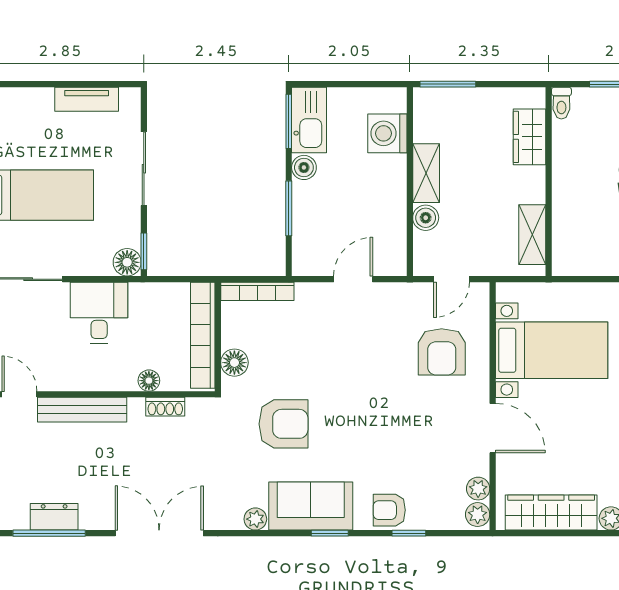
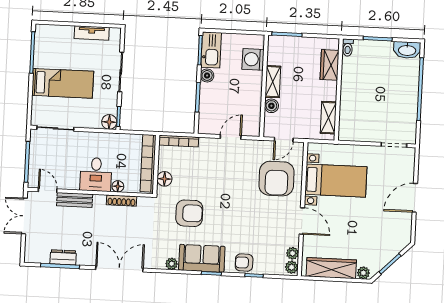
desk: (99, 313) -> (96, 174), moved, turned 180
armchair: (442, 352) -> (277, 179), width x1.36, depth x1.36
shoe rack: (165, 407) -> (121, 201), width x1.43
bench: (82, 410) -> (75, 200), width x0.73

